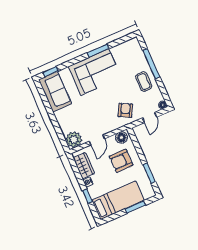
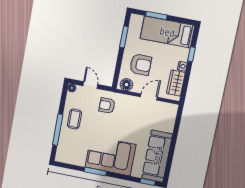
sofa: (55, 92) -> (157, 156), width x1.36
armchair: (125, 110) -> (107, 106), turned 62
door: (150, 117) -> (90, 85), hinge flipped
plant: (74, 140) -> (169, 111), removed

